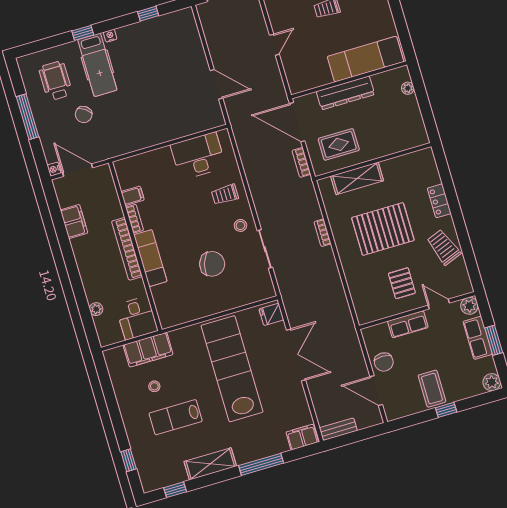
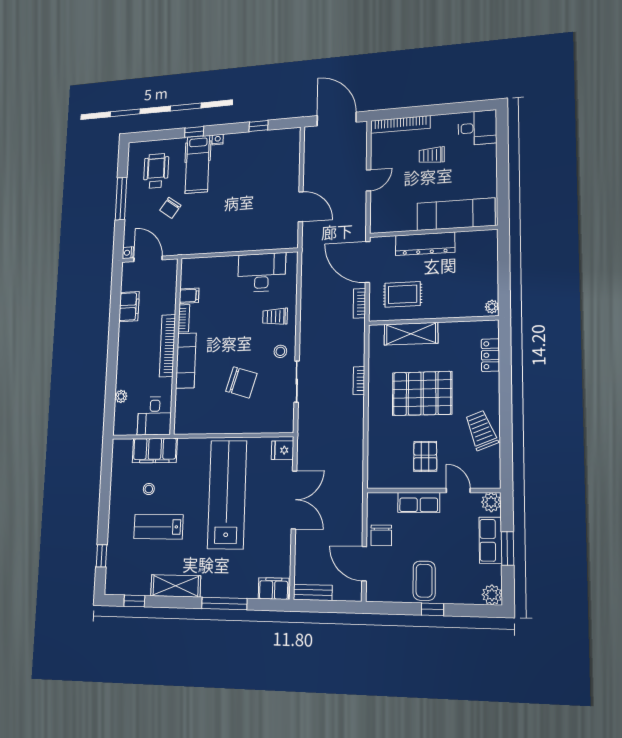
plant: (408, 88) -> (492, 307), moved
locker: (439, 201) -> (490, 355), moved

